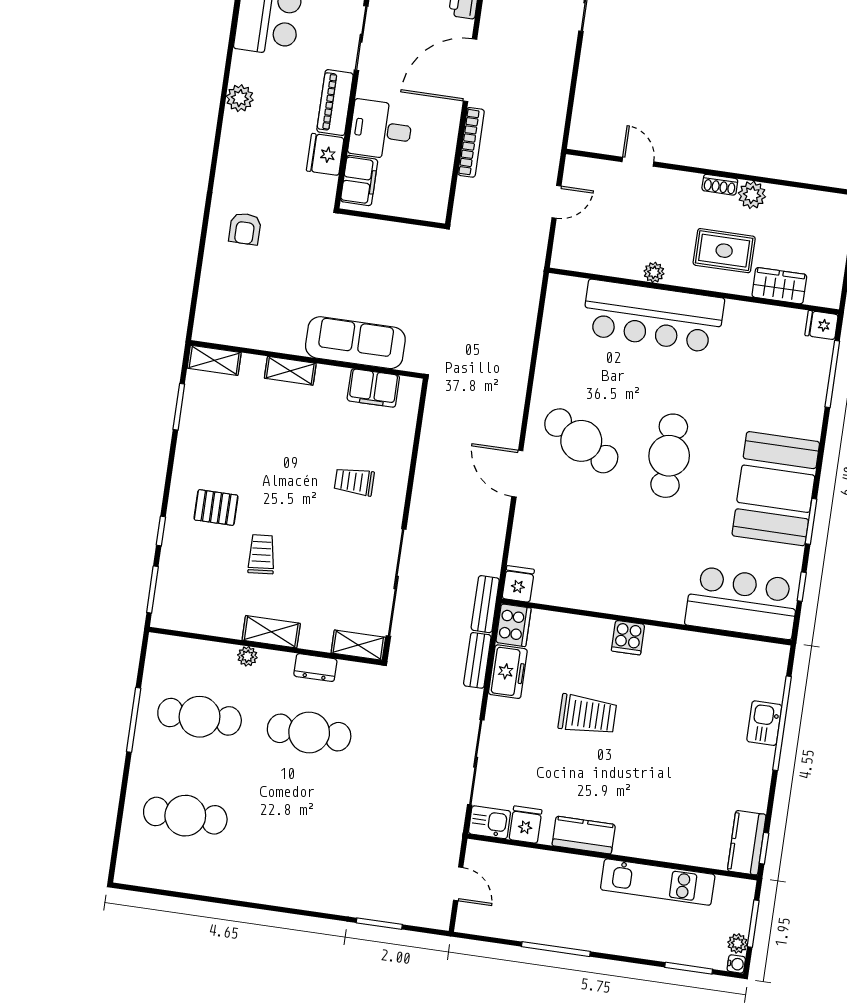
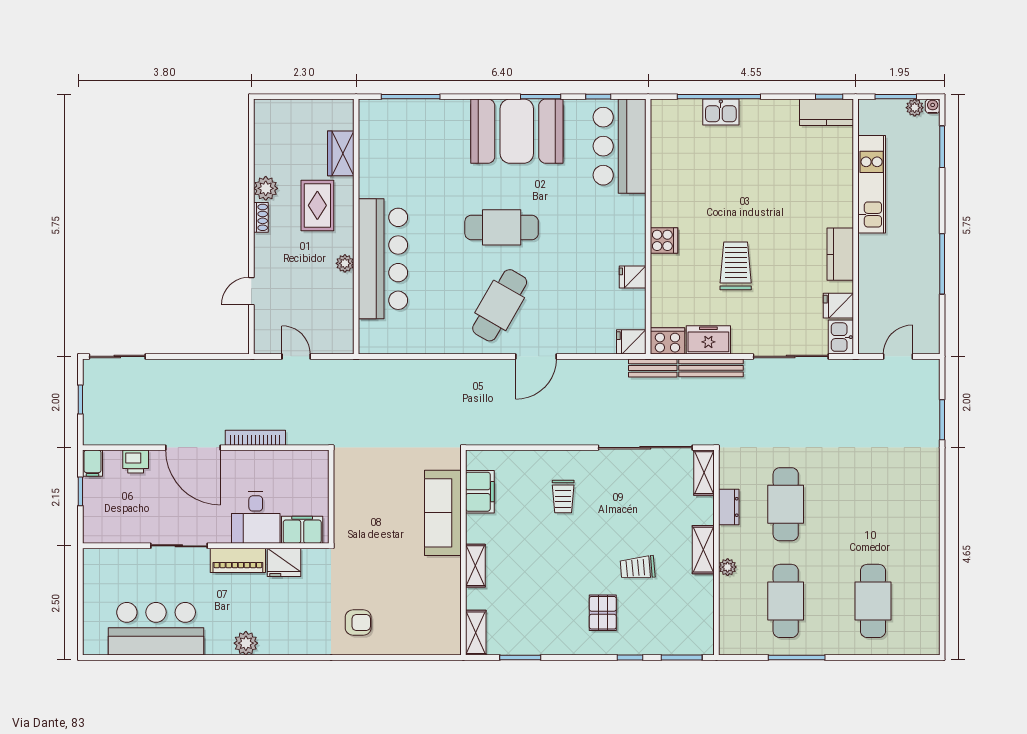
fridge: (821, 325) -> (633, 277), moved, turned 90
bench: (477, 660) -> (711, 368), width x1.36

